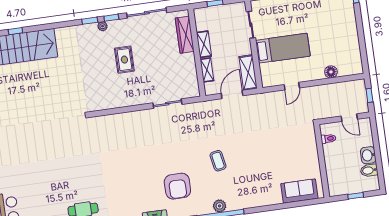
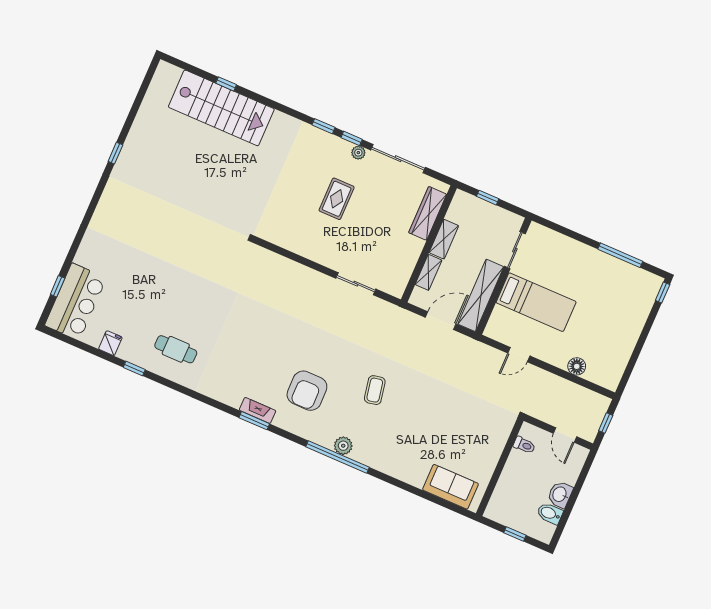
plant: (103, 26) -> (358, 153), moved
shelving: (248, 72) -> (481, 295), width x1.47

